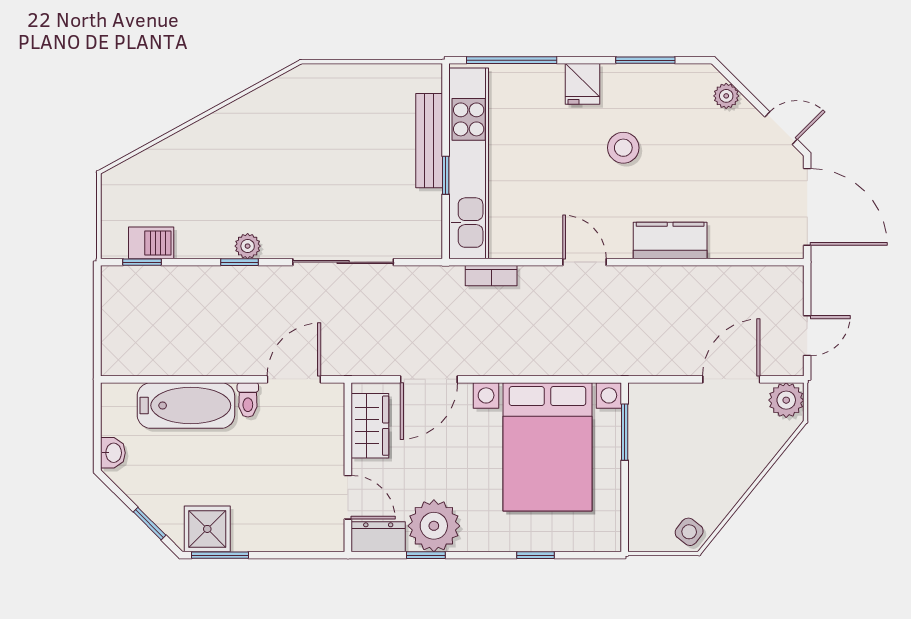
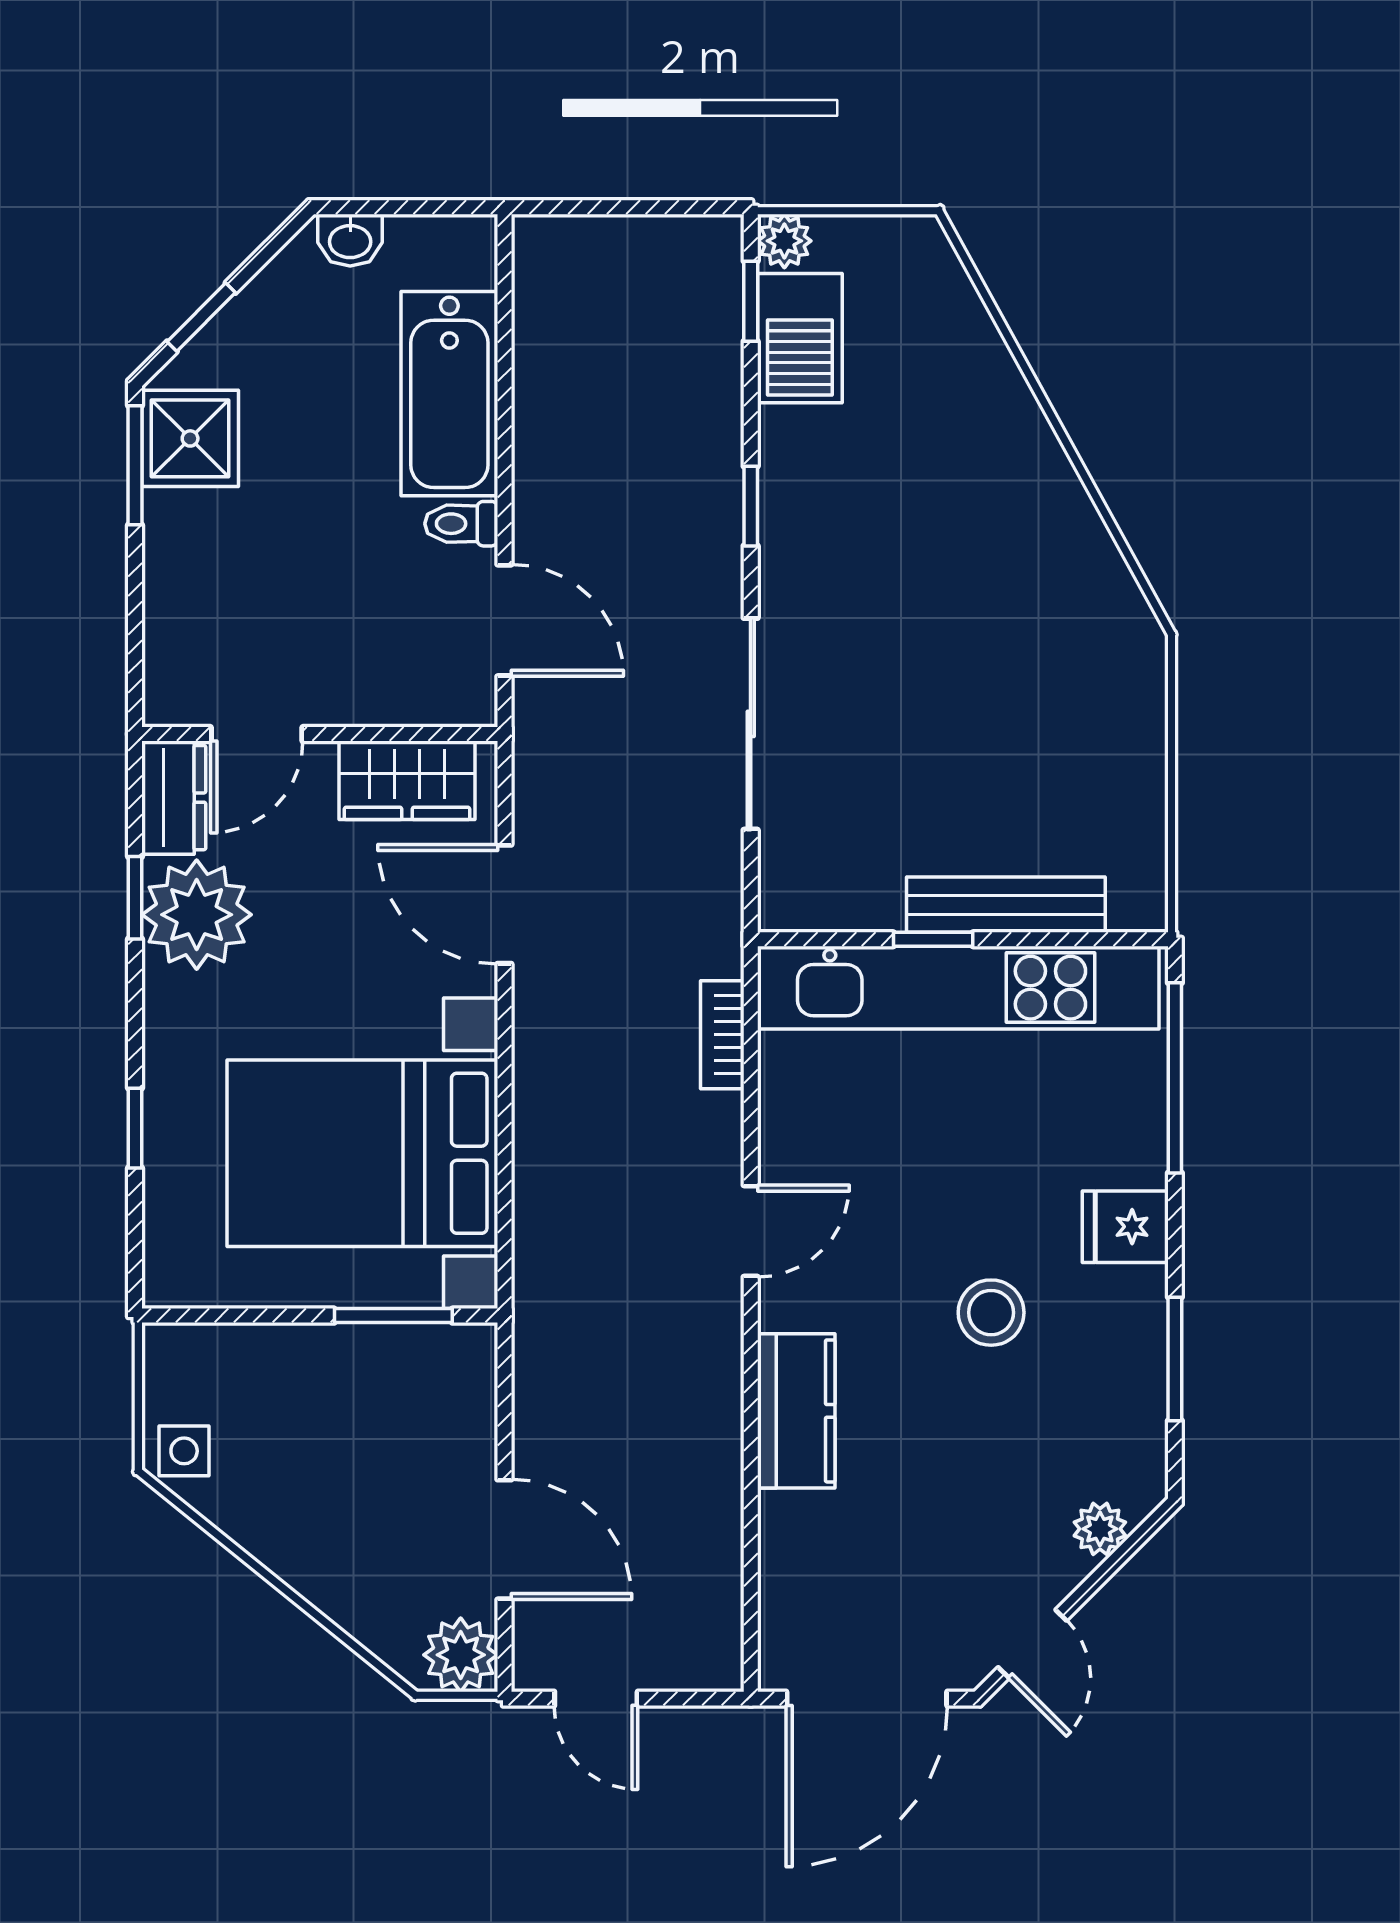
barbecue: (151, 243) -> (800, 338), width x1.38, depth x1.27
plant: (248, 246) -> (784, 241), moved
side table: (689, 532) -> (184, 1451), turned -38

